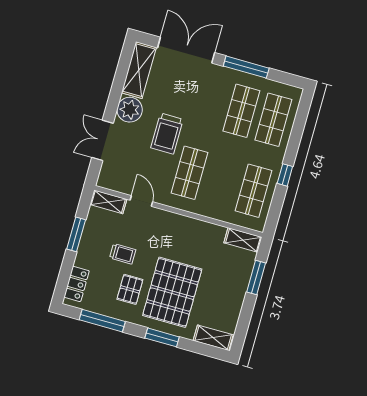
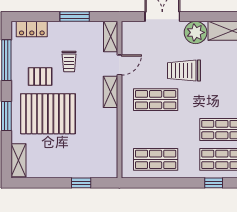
window: (285, 175) -> (214, 183), moved
shelving: (243, 240) -> (110, 92), moved
window: (256, 277) -> (81, 183), width x0.67

